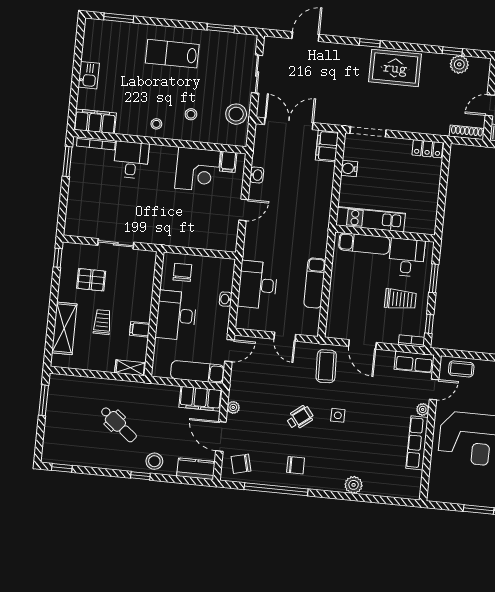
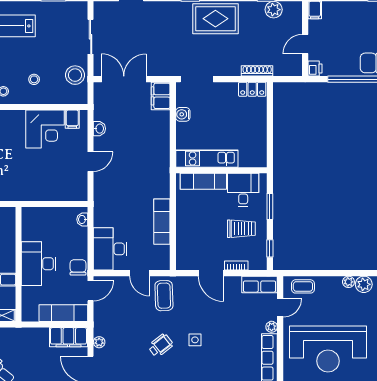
shoe rack: (467, 132) -> (257, 71), moved
chair: (182, 272) -> (78, 267), moved
desk: (258, 285) -> (110, 249), moved
washbasin: (226, 299) -> (82, 219), moved
bookcase: (412, 341) -> (236, 265), moved
coffee table: (326, 366) -> (164, 296), moved

